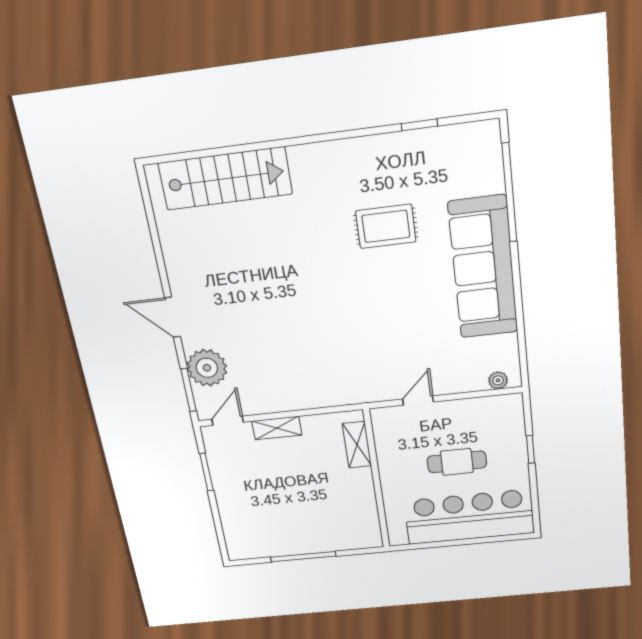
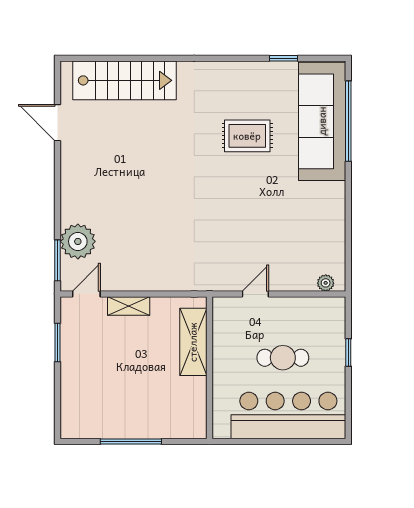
sofa: (483, 268) -> (322, 121), moved
door: (173, 317) -> (58, 123), moved
shelving: (357, 445) -> (193, 342), width x1.50, depth x1.33

